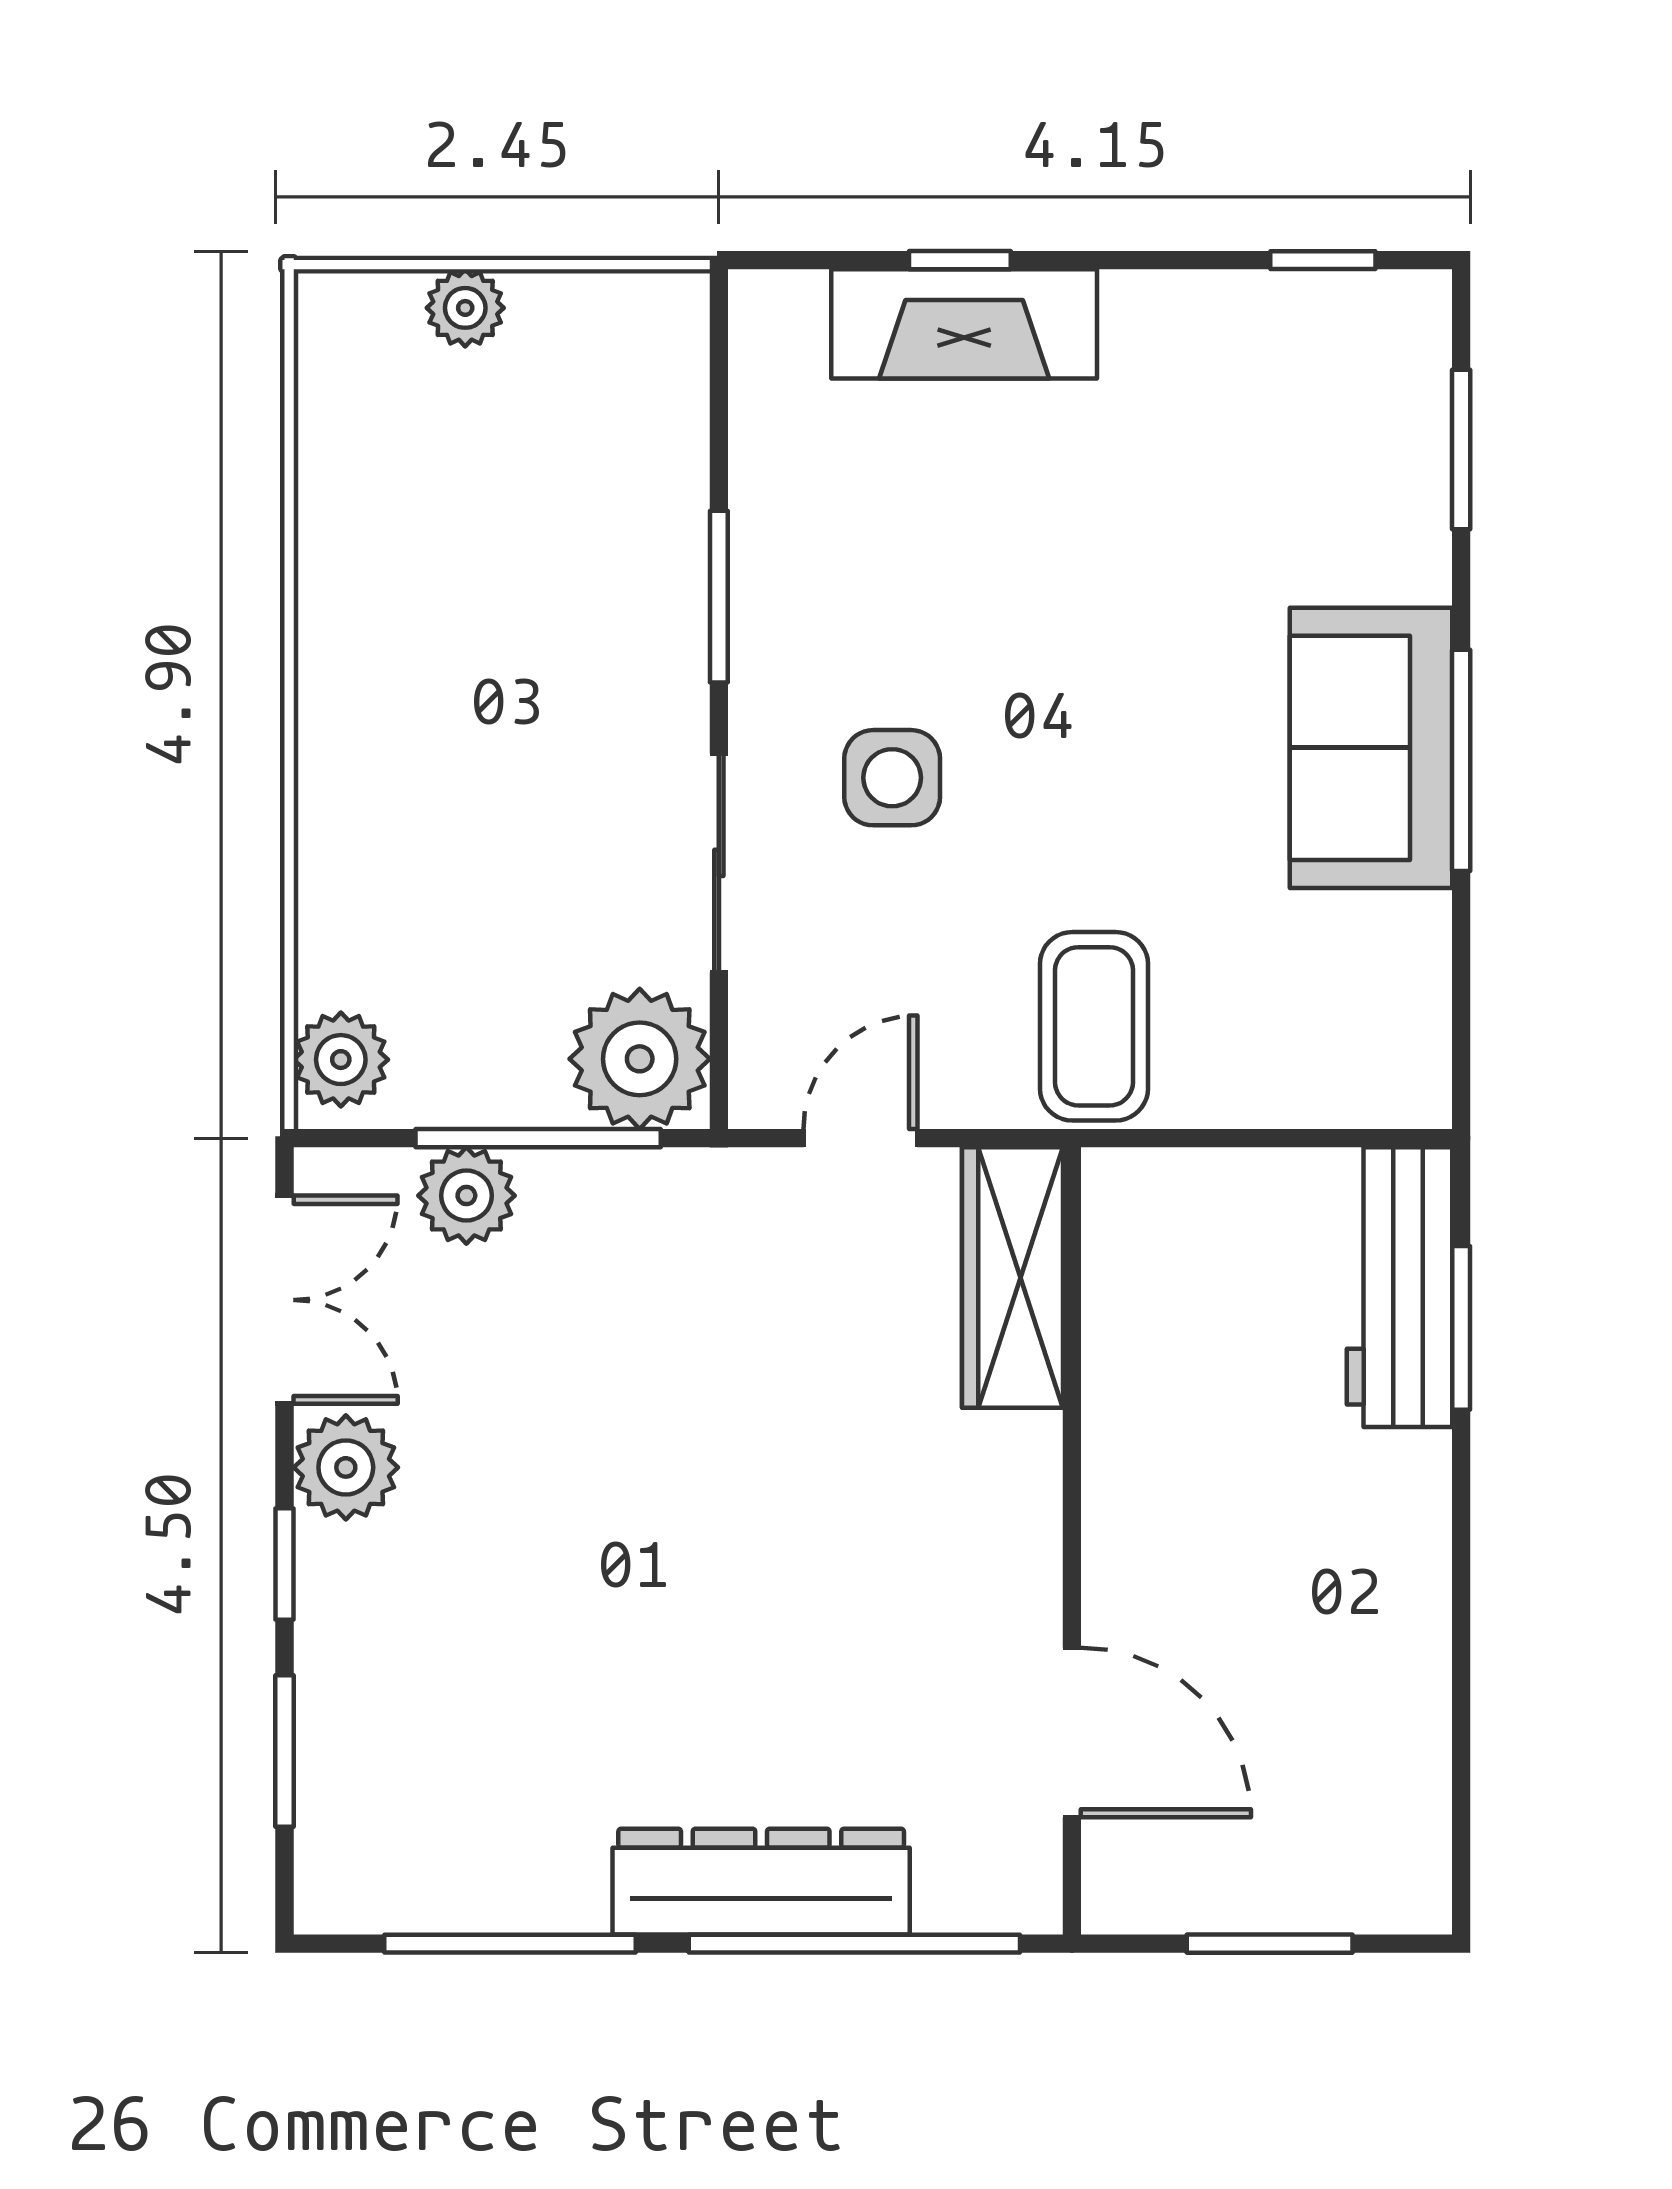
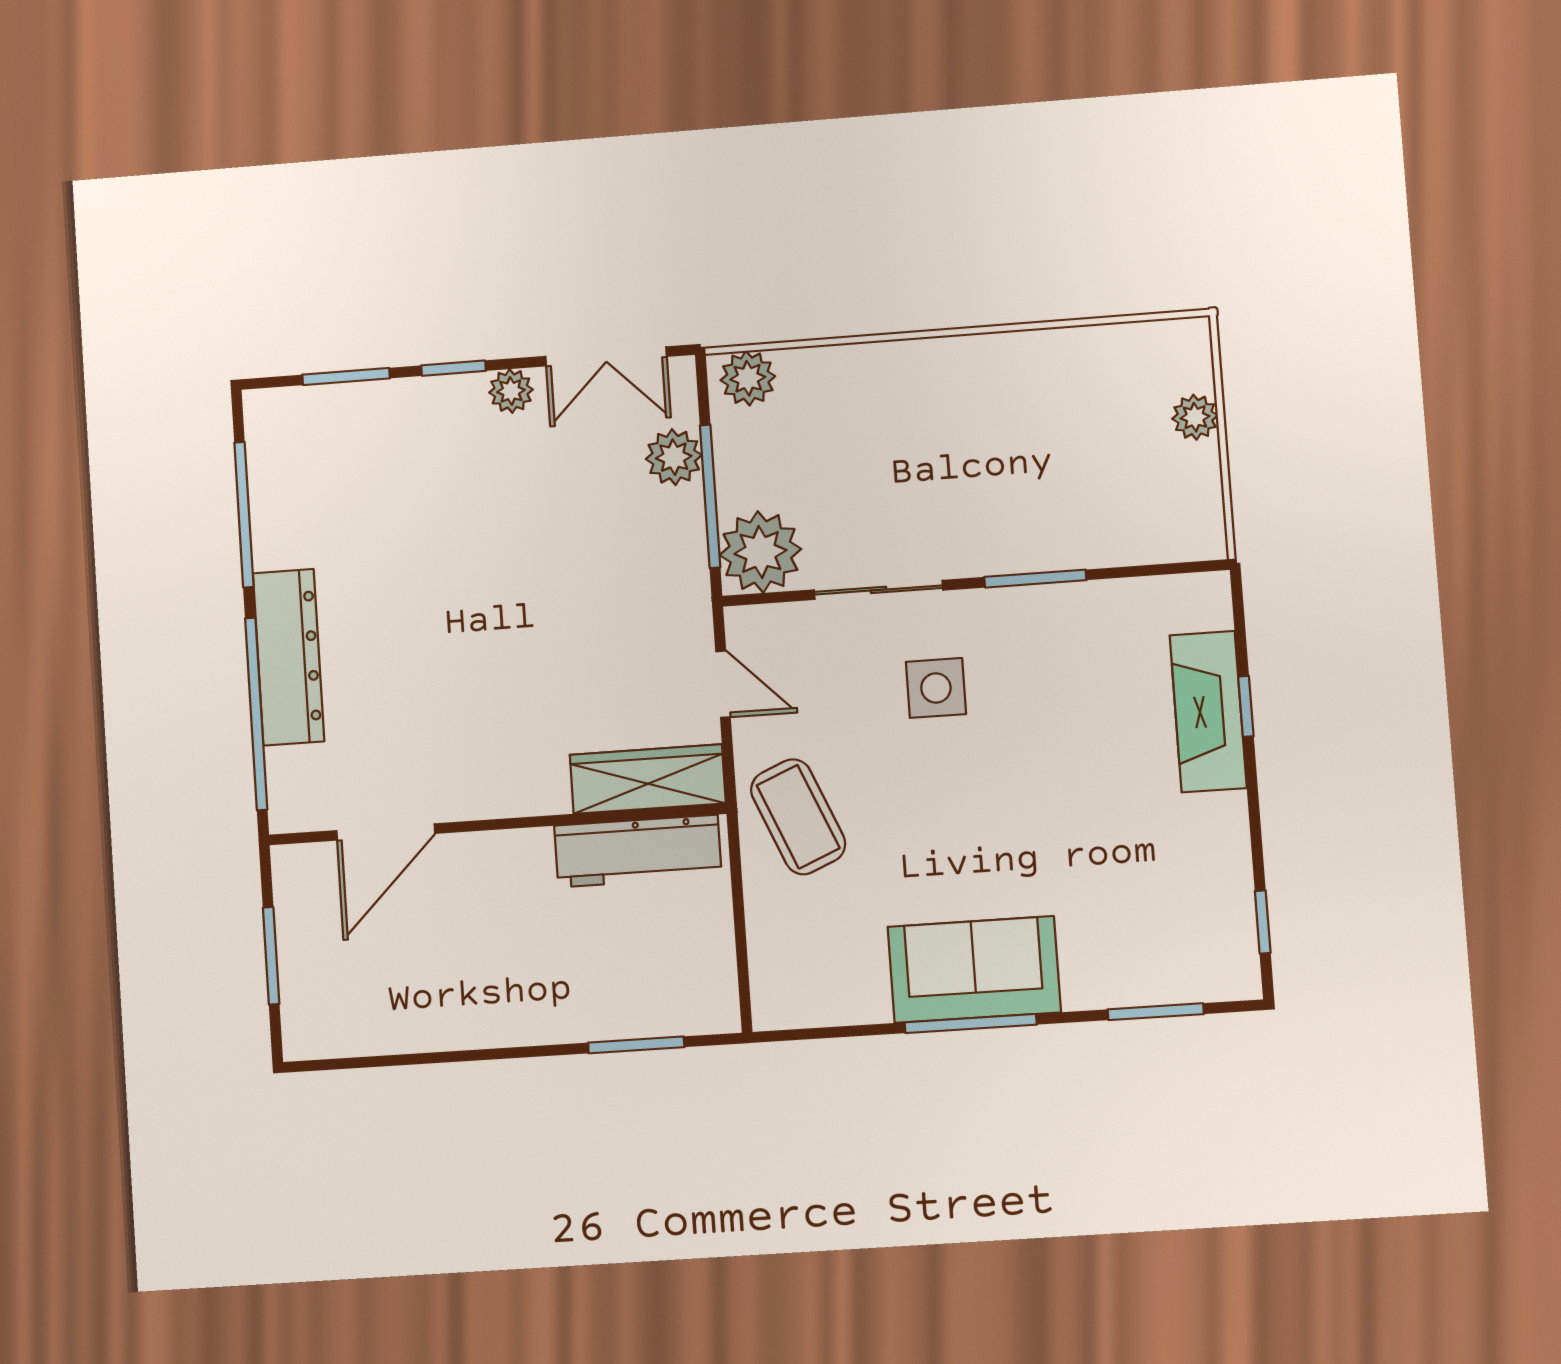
coffee table: (1094, 1026) -> (798, 817), turned 67
workbench: (1399, 1287) -> (638, 851), moved, turned 180
plant: (346, 1467) -> (511, 391), width x0.73, depth x0.73

